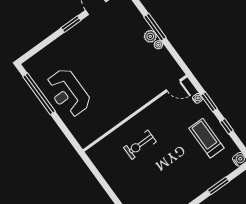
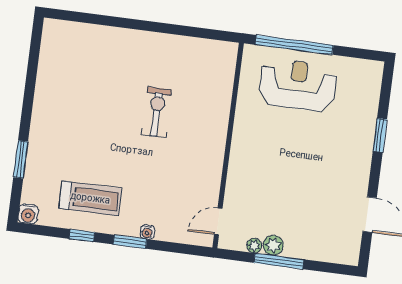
window: (71, 24) -> (380, 135), moved
door: (173, 86) -> (218, 221), moved
window: (39, 94) -> (294, 45), moved
wall: (135, 113) -> (228, 145), moved

